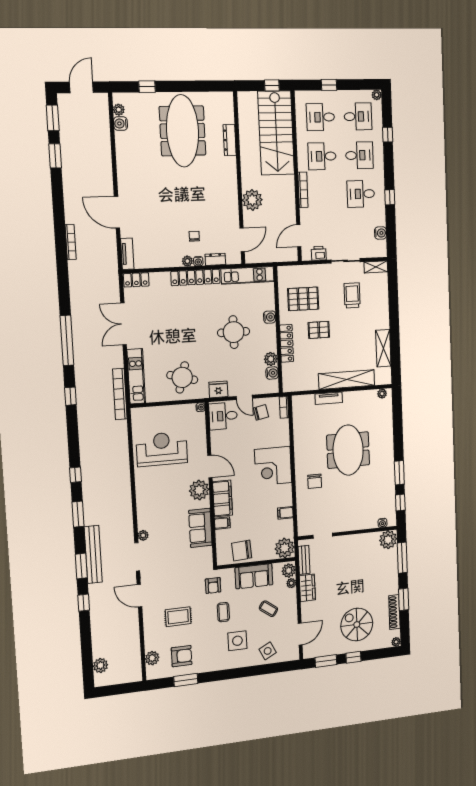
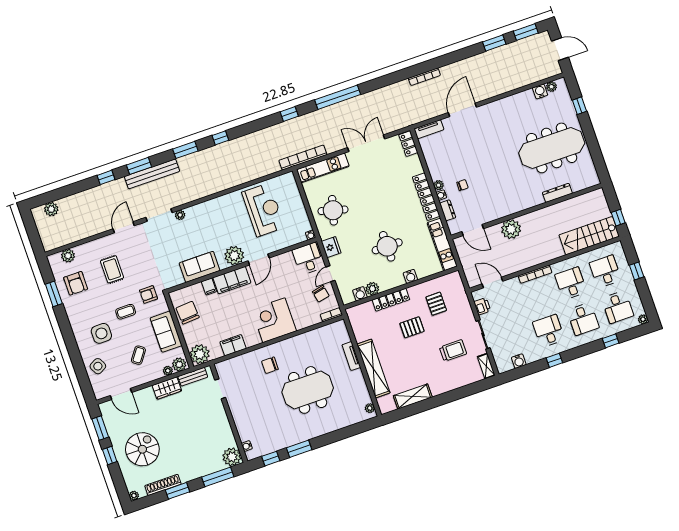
stairs: (276, 133) -> (589, 236), width x0.73, depth x0.66
pallet: (303, 299) -> (436, 304), width x0.67, depth x0.71
pallet: (319, 330) -> (412, 327), turned 90
filing cabinet: (285, 513) -> (233, 345), width x2.00

